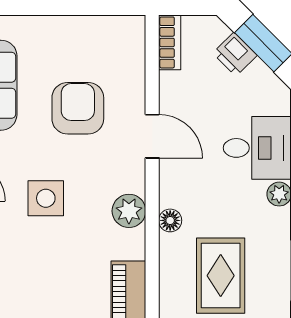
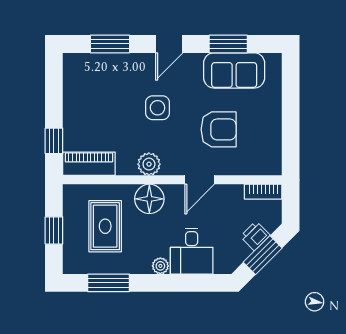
floor lamp: (170, 220) -> (149, 199), width x1.89, depth x1.89
rug: (221, 276) -> (105, 226), turned 90

